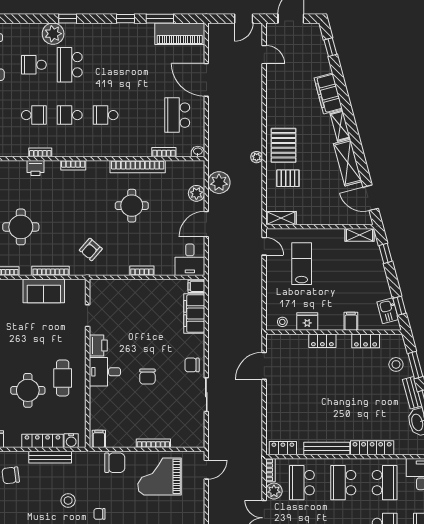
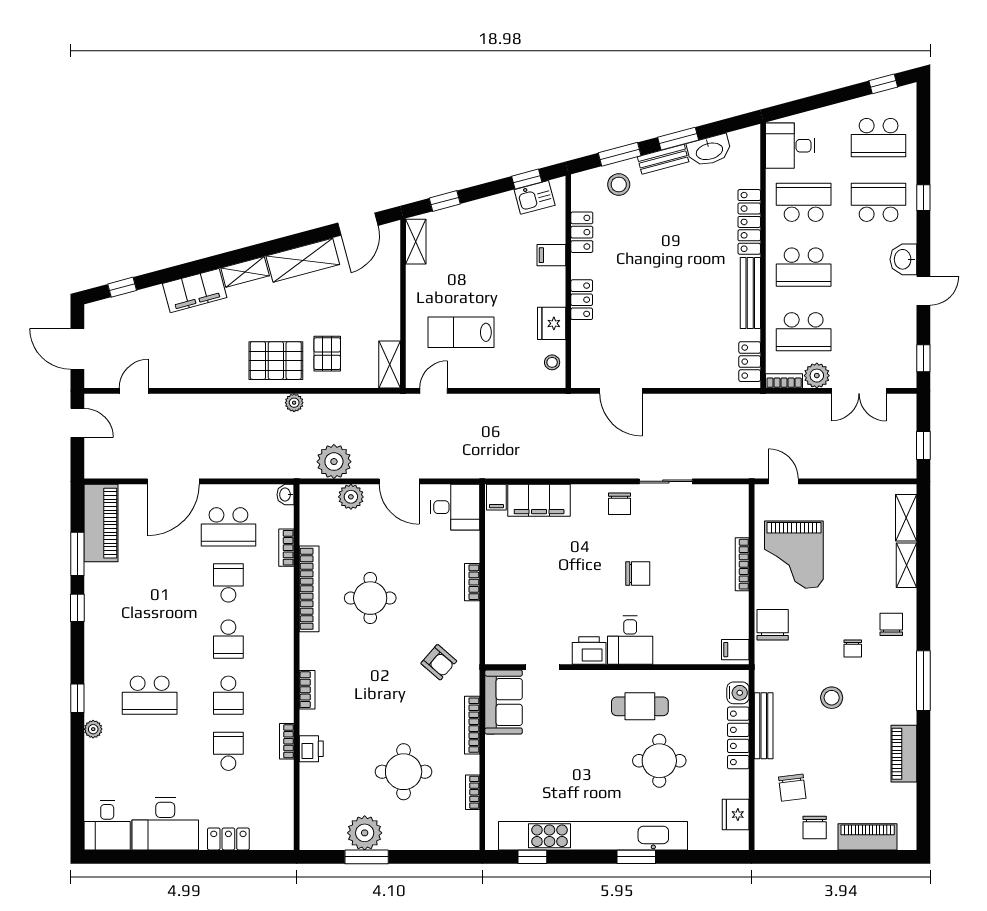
plant: (53, 34) -> (93, 729), width x0.53, depth x0.53
school desk: (34, 65) -> (228, 583), moved, turned 180
sofa: (44, 291) -> (504, 702), moved

